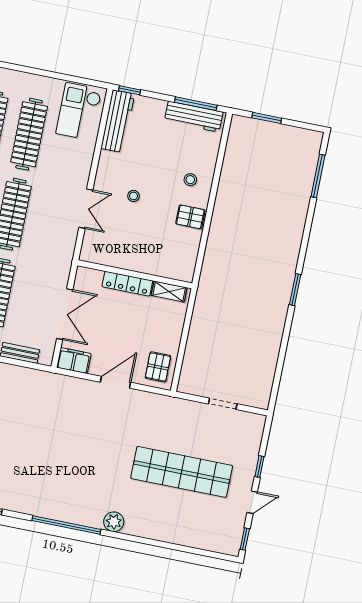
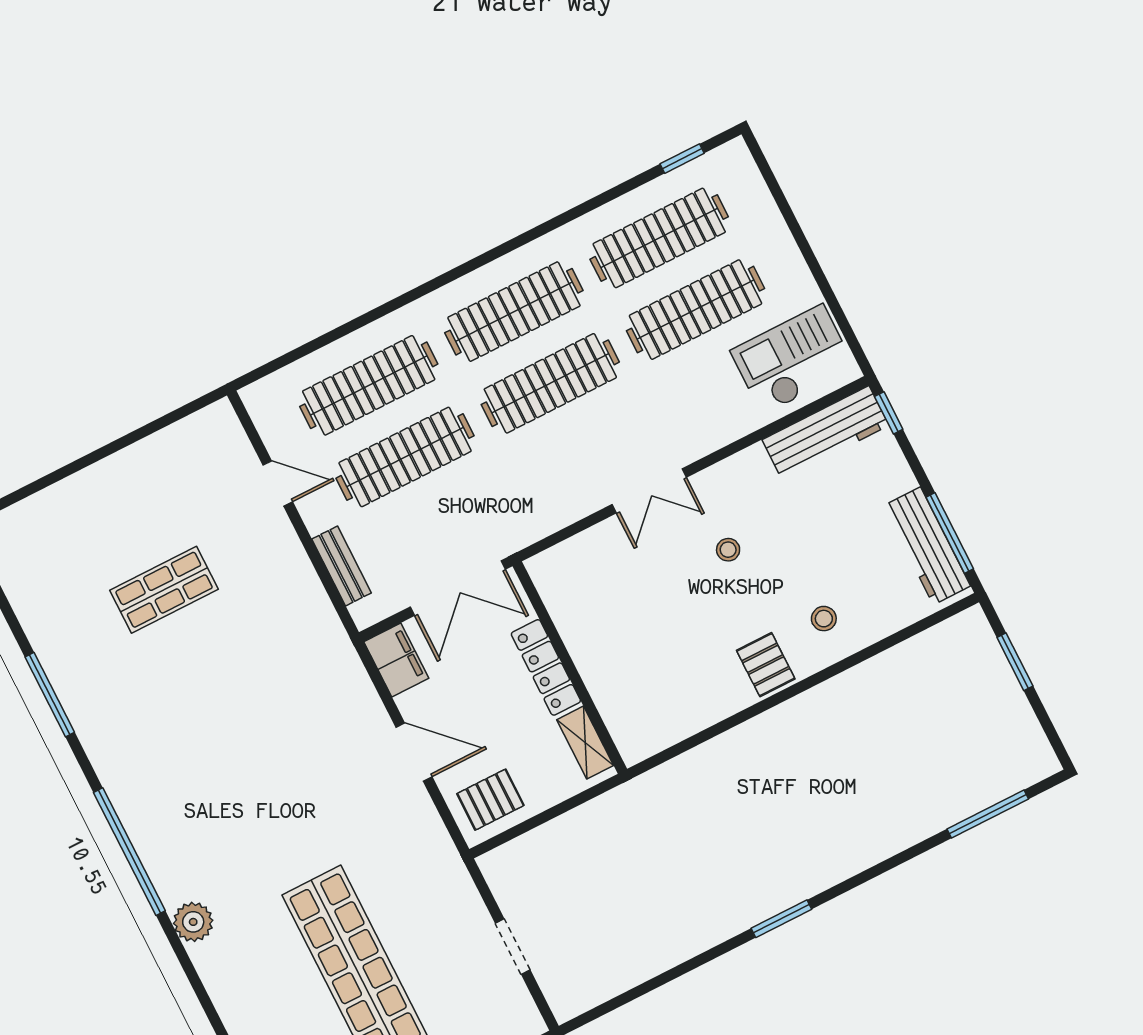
wall: (135, 274) -> (570, 668), moved
locker: (127, 284) -> (546, 667), moved
shelving: (169, 292) -> (585, 743), moved

